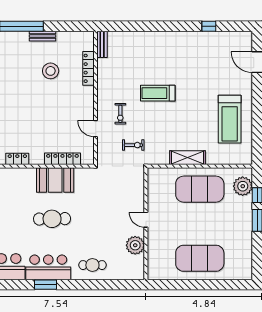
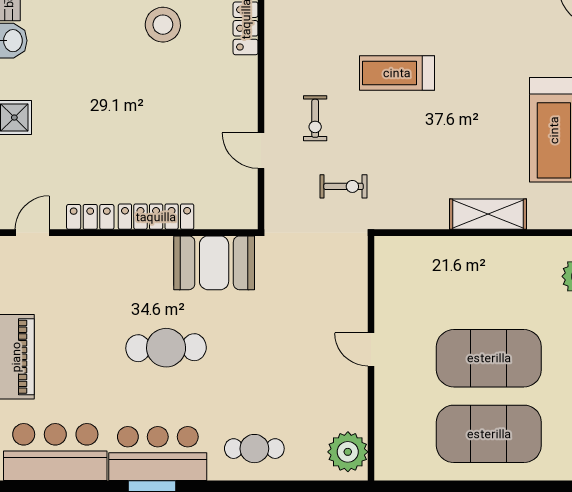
shelving: (187, 158) -> (488, 214), moved
locker: (62, 159) -> (156, 217), moved
booth: (55, 180) -> (214, 263), moved
exercise mat: (200, 189) -> (489, 358), moved
plant: (135, 245) -> (348, 452), moved

